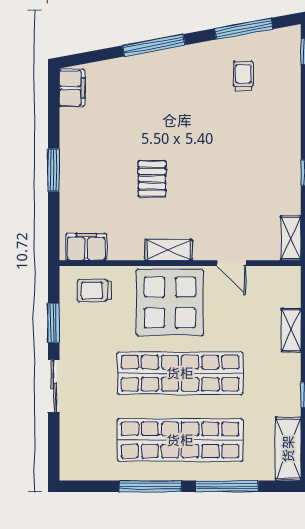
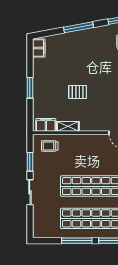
pallet: (152, 179) -> (78, 92), turned 90
shelving: (169, 250) -> (68, 126), moved
display table: (170, 302) -> (86, 152), removed

